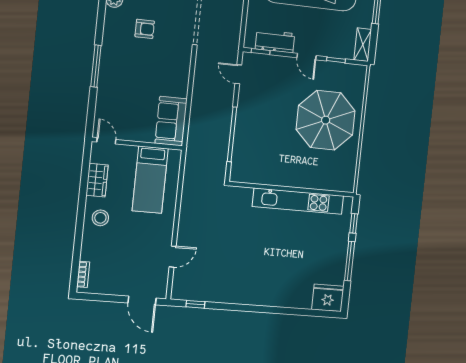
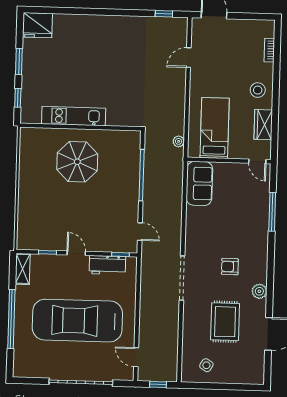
window: (96, 66) -> (272, 212), moved
parasol: (326, 120) -> (77, 162), moved, width x0.73, depth x0.73
plant: (190, 168) -> (179, 141), added
kitchen unit: (298, 201) -> (74, 116), width x0.73
window: (350, 261) -> (19, 62), width x0.69
bookcase: (83, 274) -> (269, 50), moved

